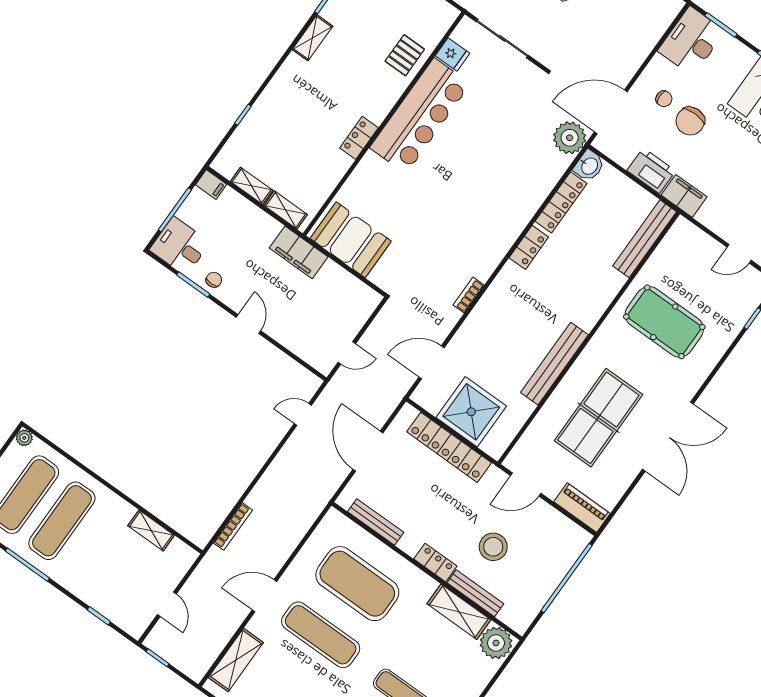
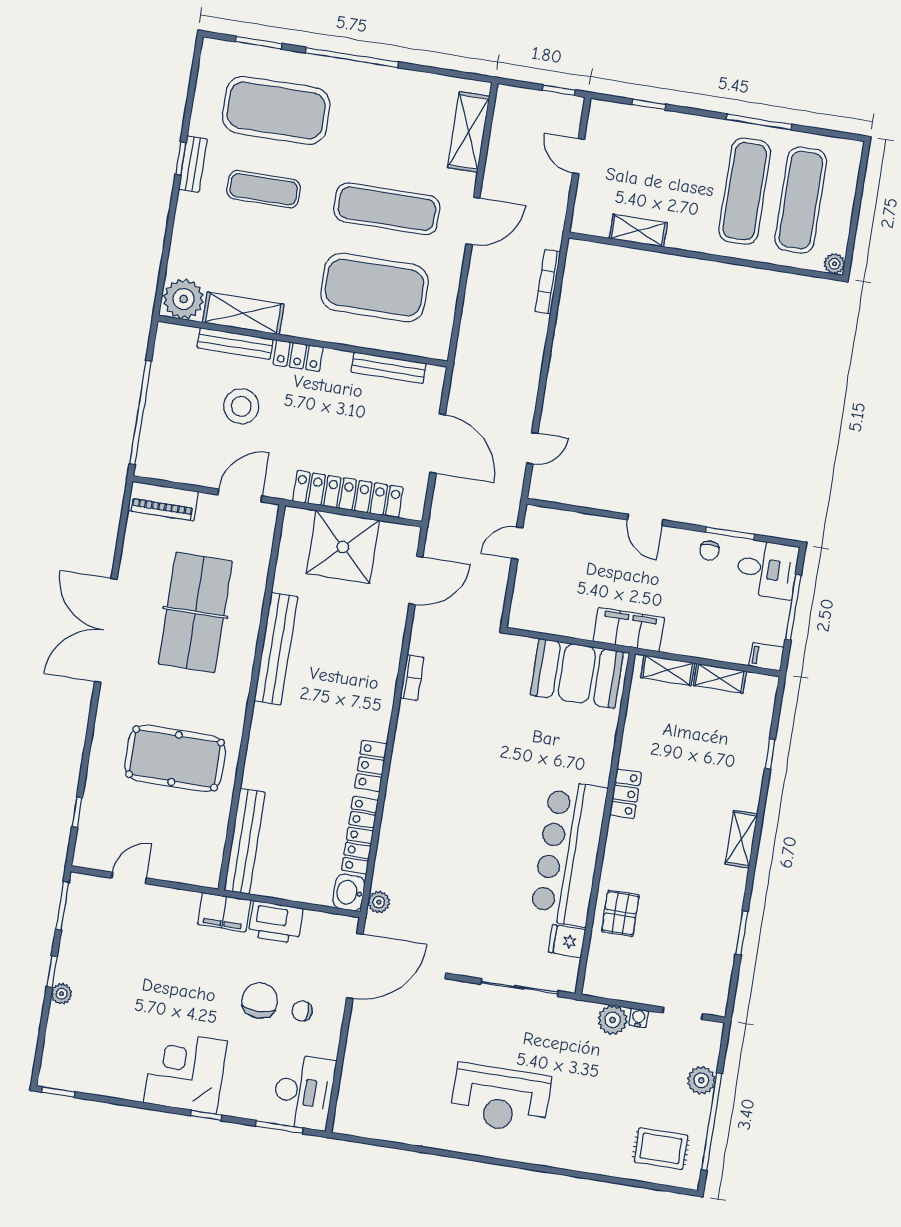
shelving: (312, 38) -> (741, 839), moved
plant: (570, 138) -> (379, 902), width x0.53, depth x0.53

